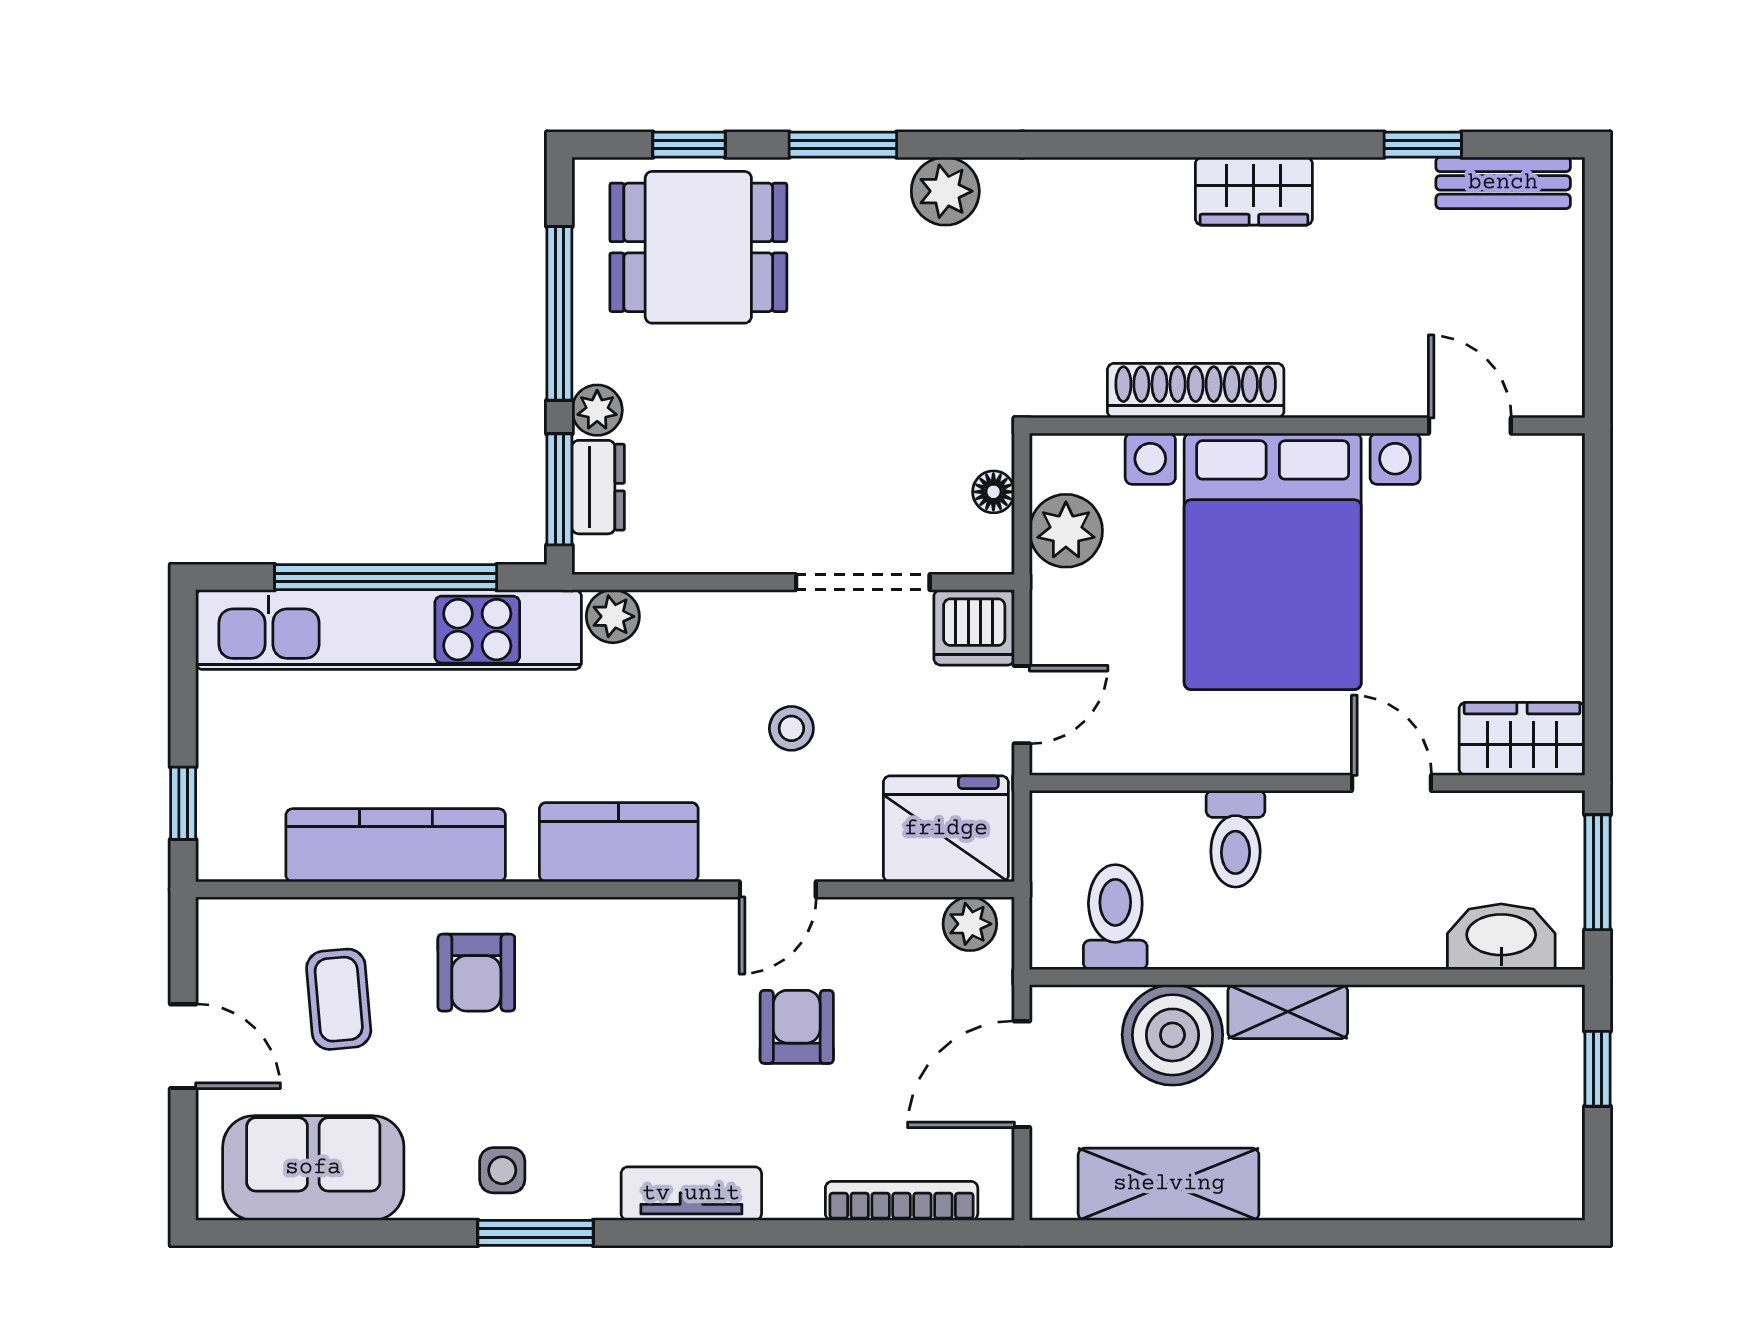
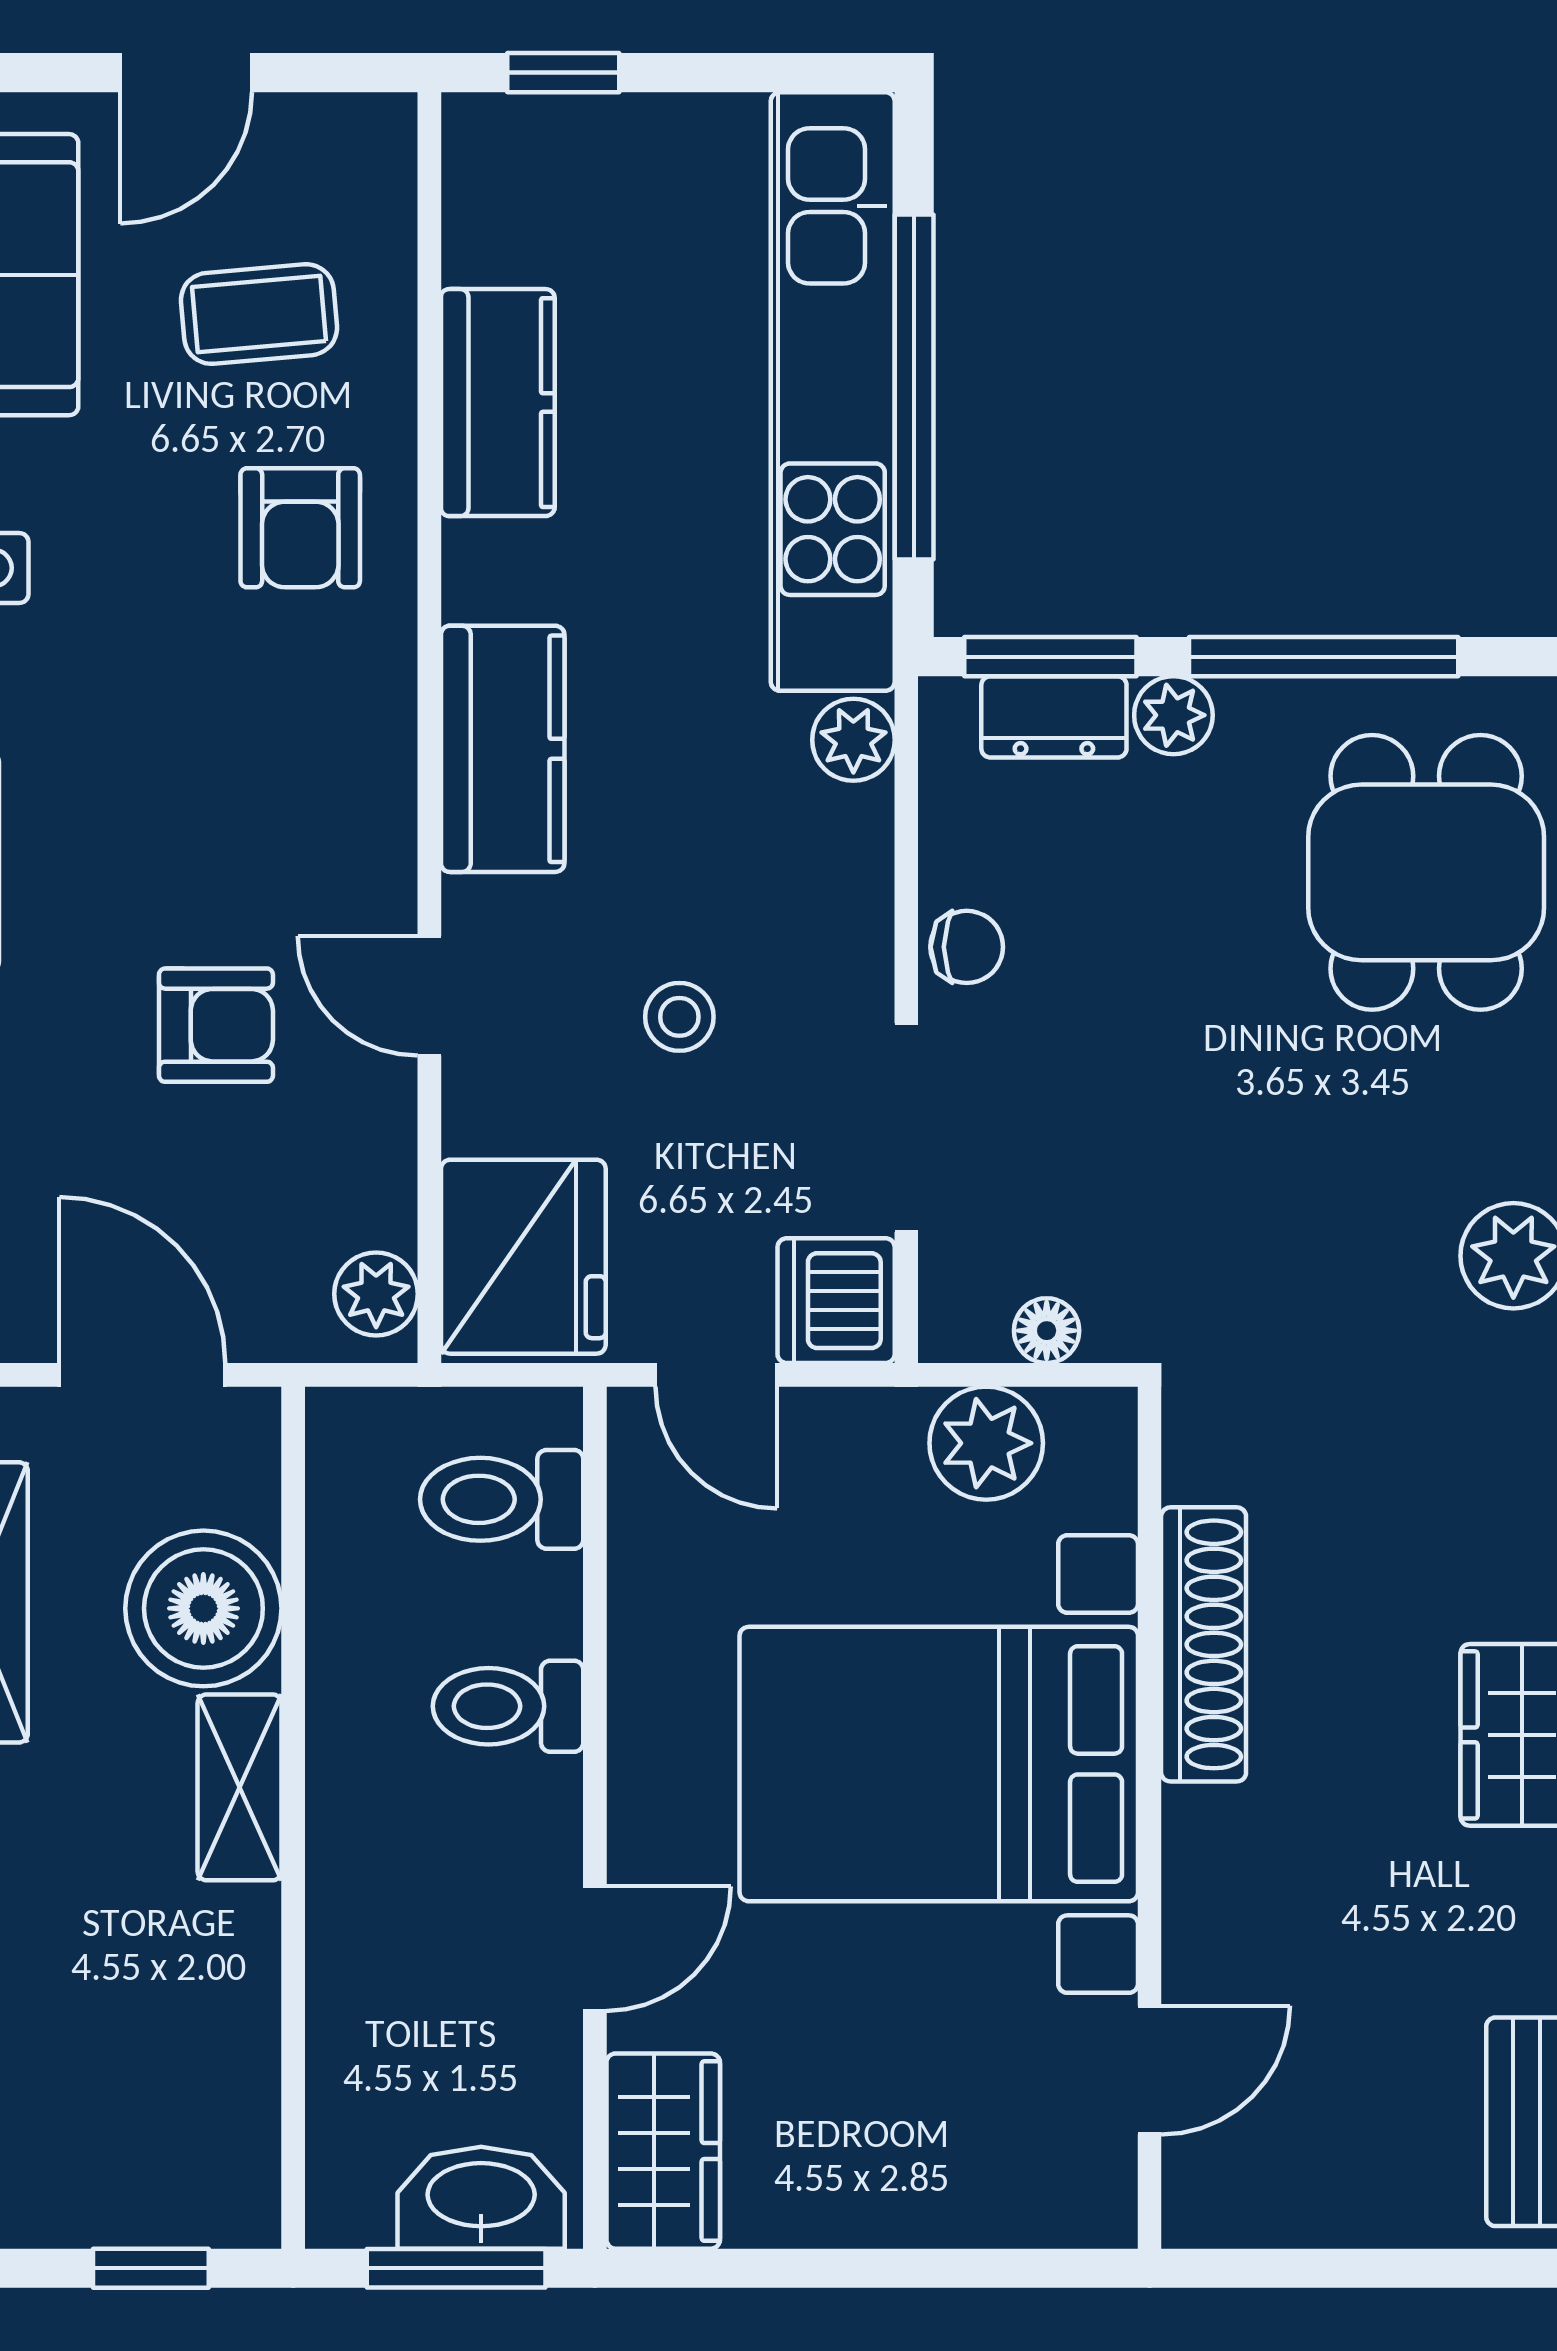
chair: (746, 543) -> (967, 947), added
kitchen counter: (396, 845) -> (498, 403), width x0.67
toilet: (1115, 917) -> (502, 1499), moved, turned 180
washbasin: (1501, 937) -> (481, 2198), moved, turned -90
armchair: (476, 973) -> (300, 528), turned -90

